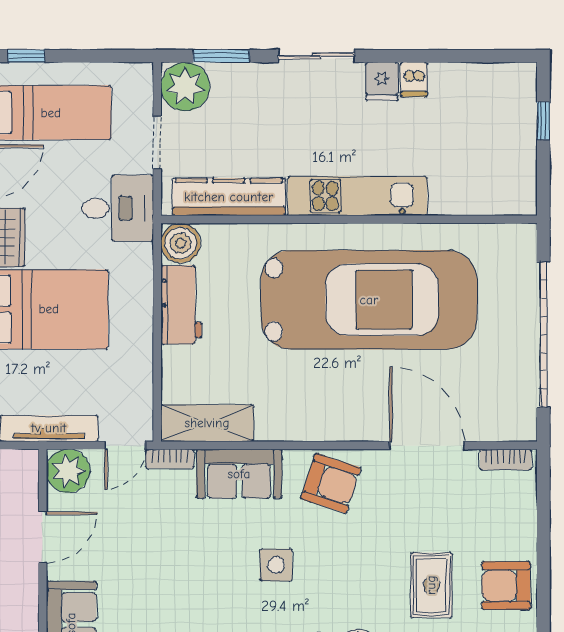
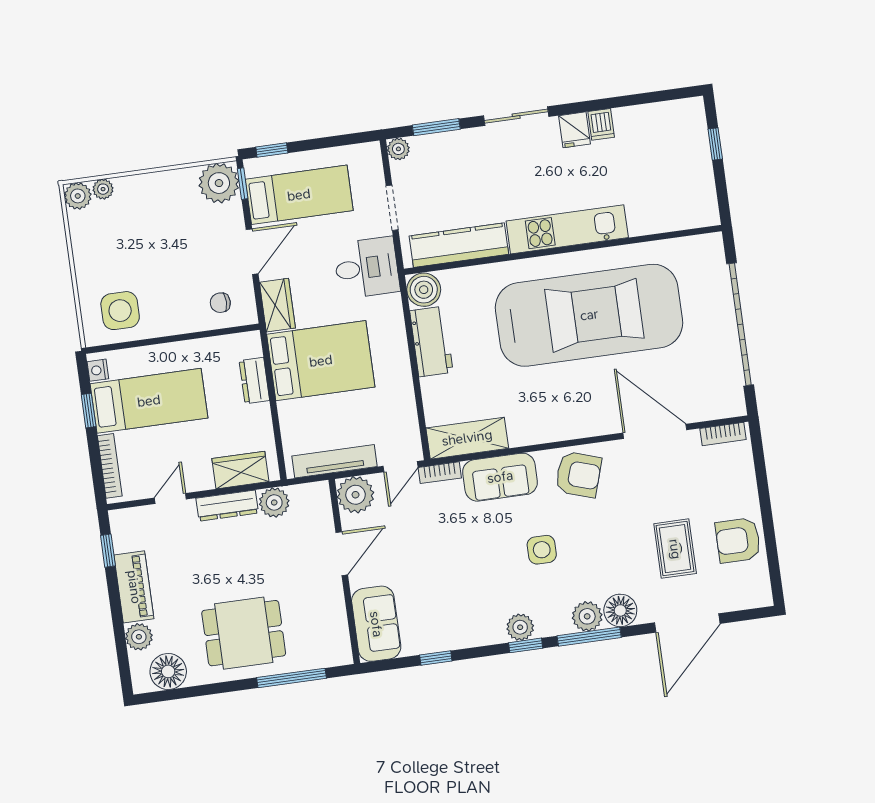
plant: (185, 87) -> (398, 149), width x0.53, depth x0.53

